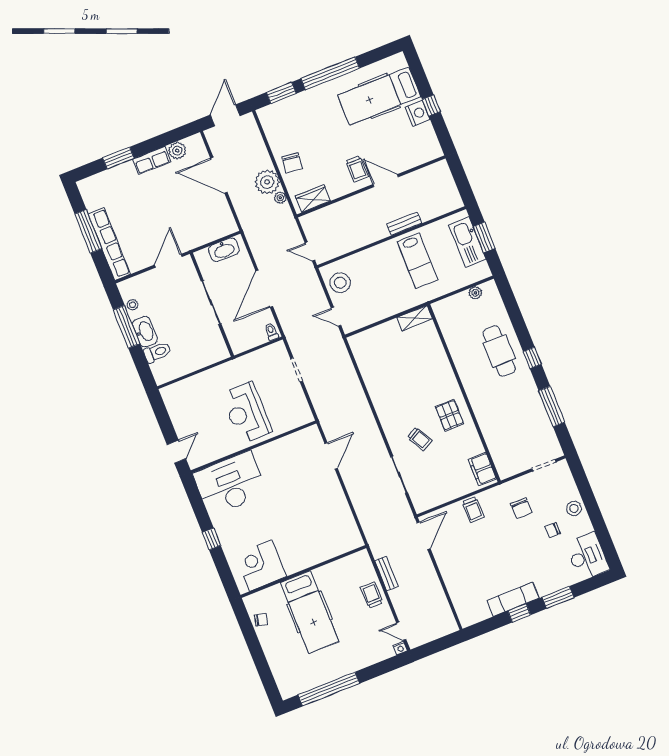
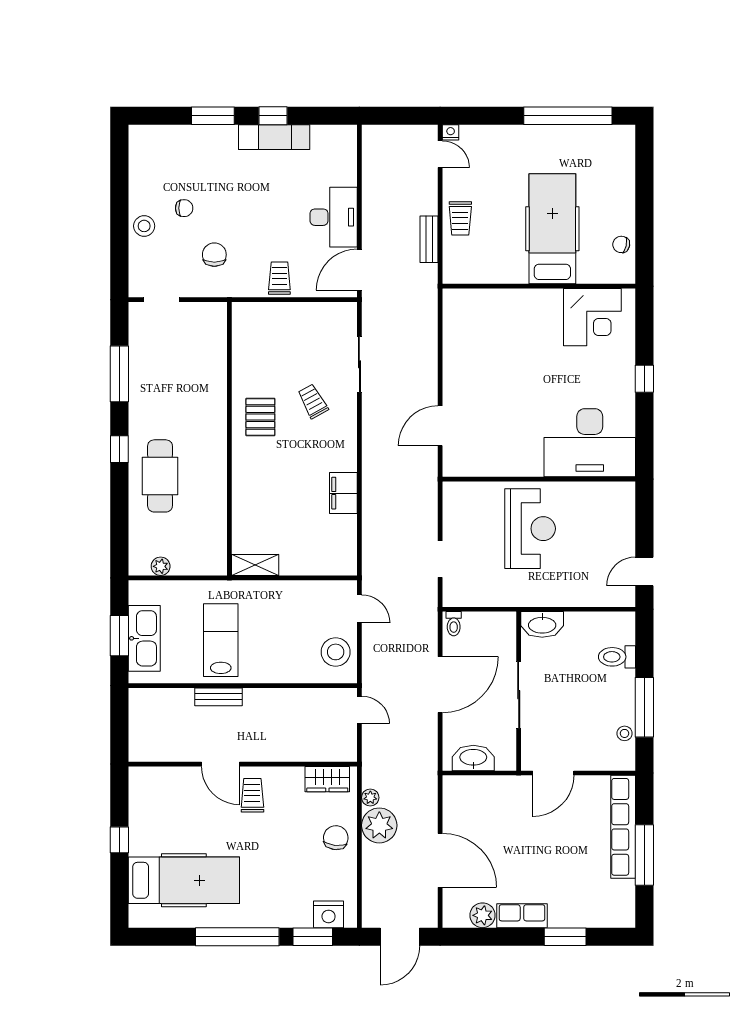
nightstand: (418, 113) -> (329, 914), moved, turned -90
washbasin: (145, 332) -> (542, 624), moved, turned -90
door: (176, 452) -> (644, 572), moved
filing cabinet: (482, 469) -> (343, 493), moved, turned 180
desk: (587, 556) -> (334, 217), moved, turned 180

